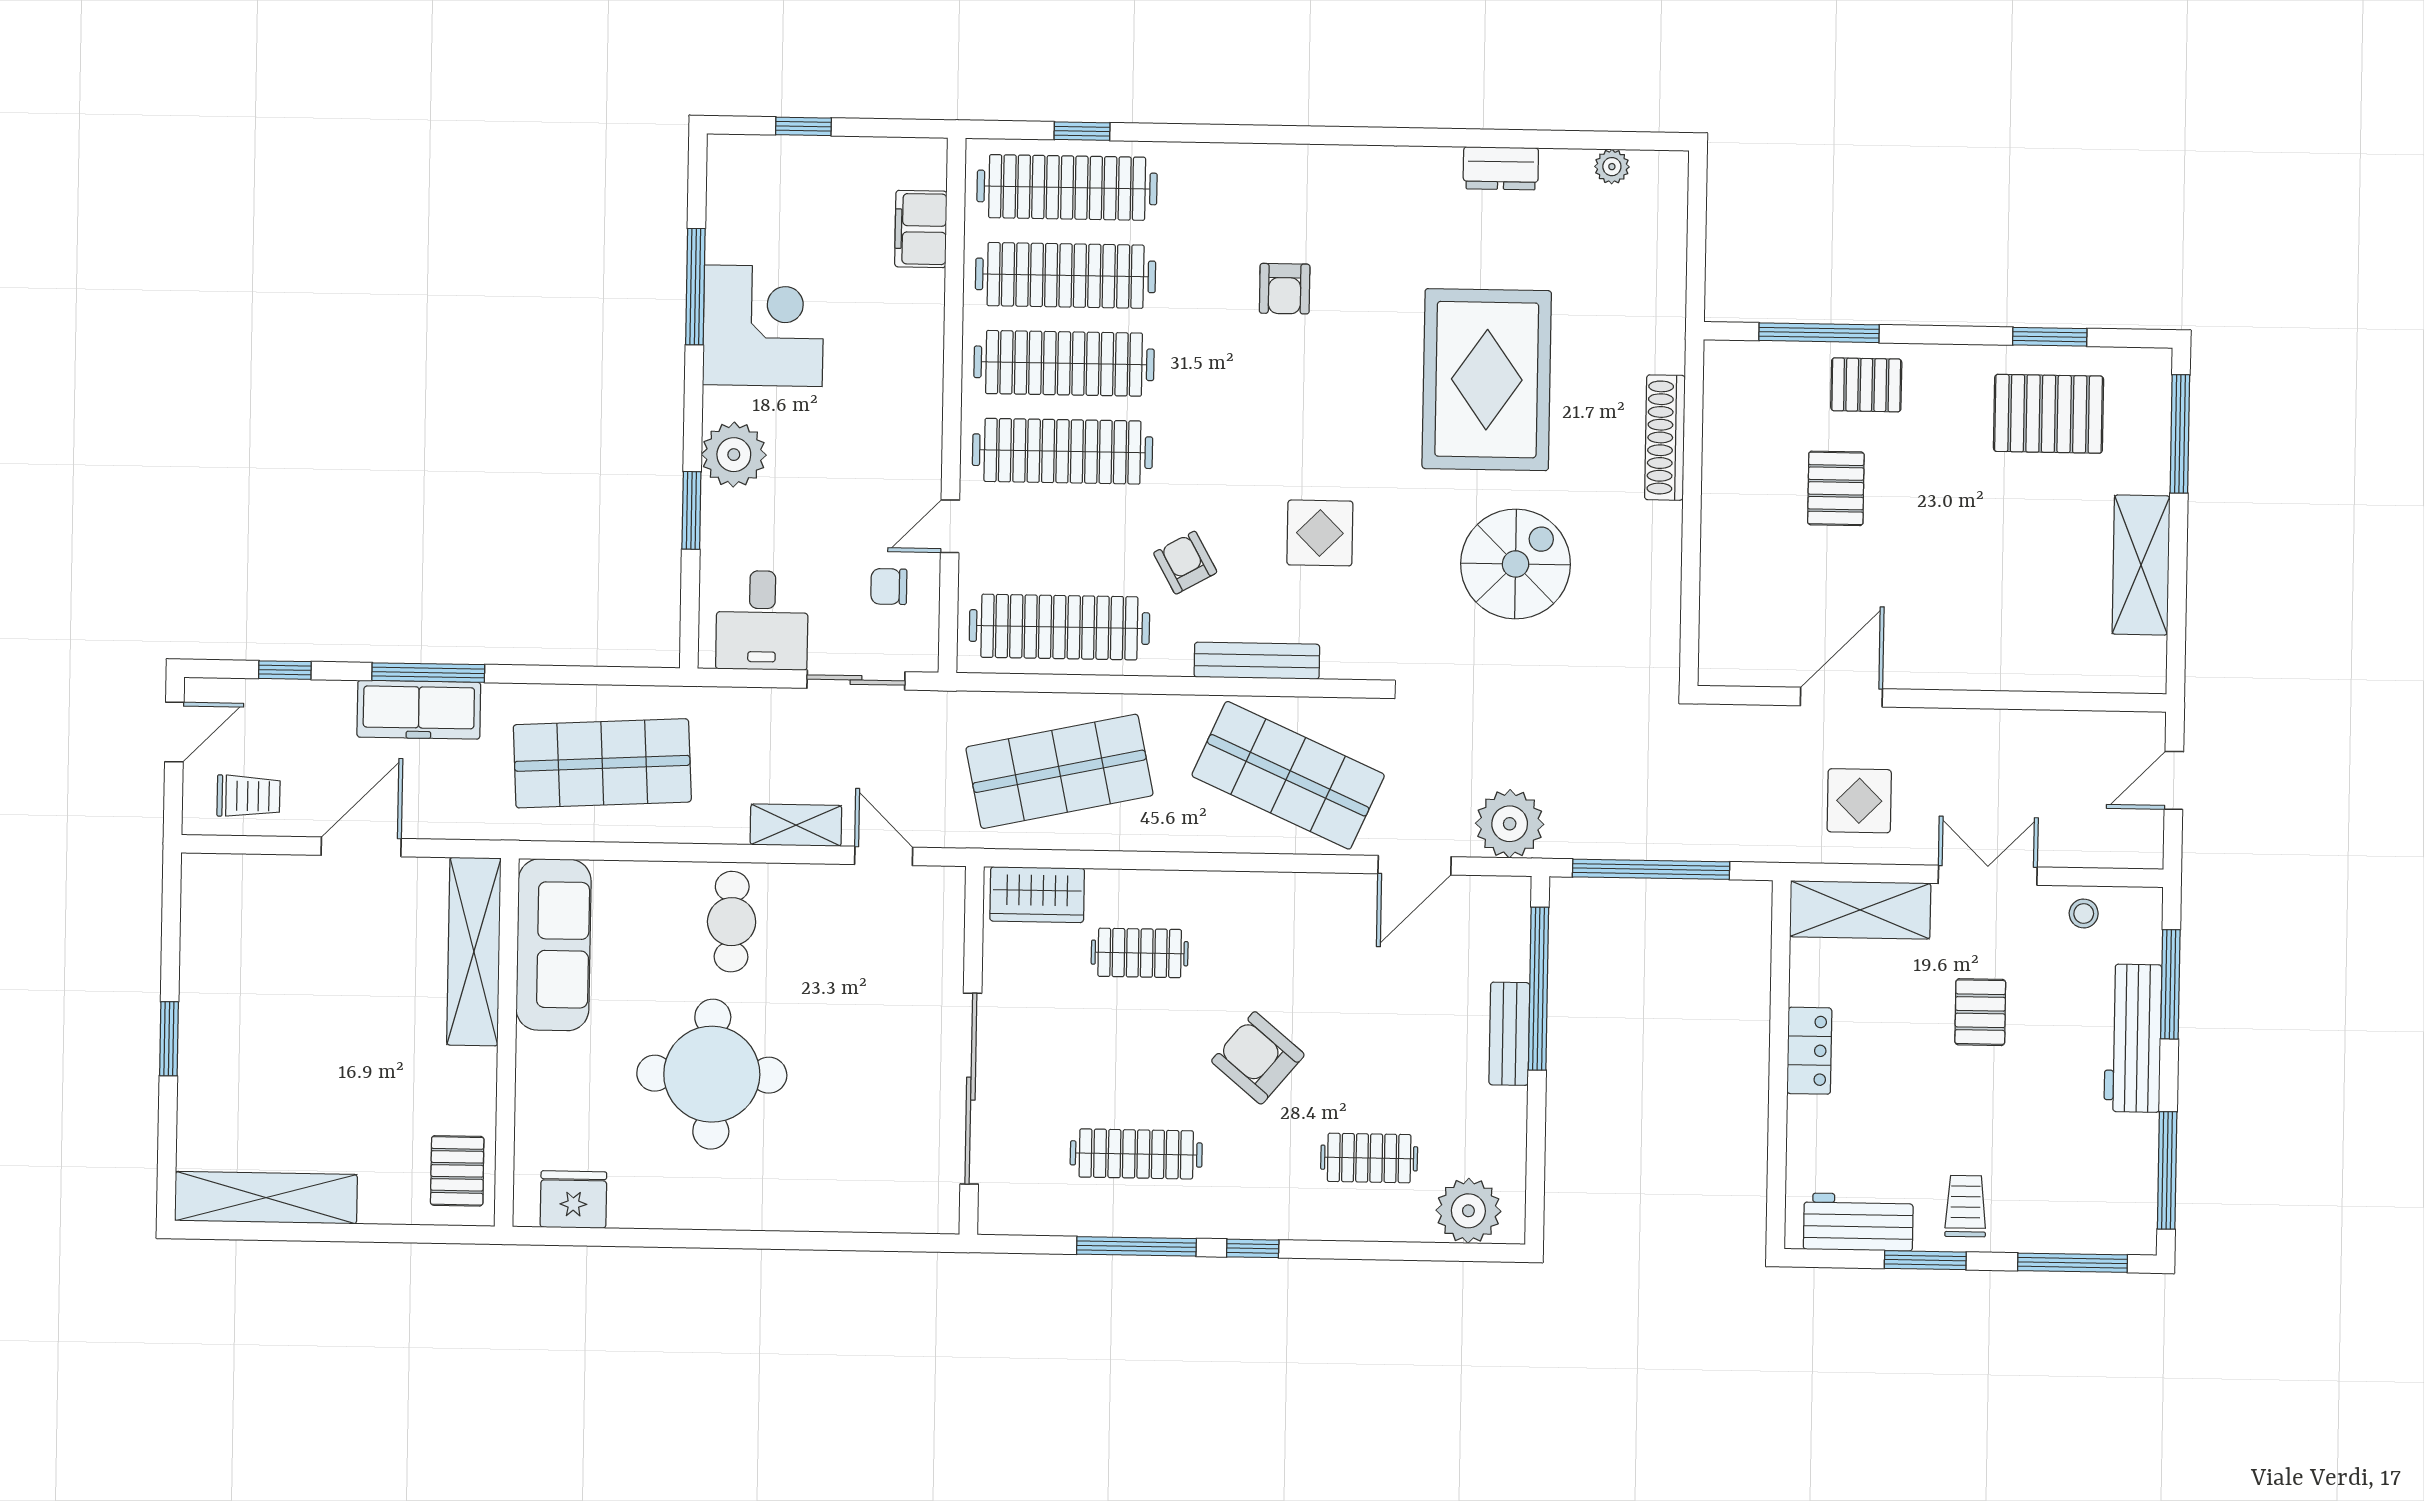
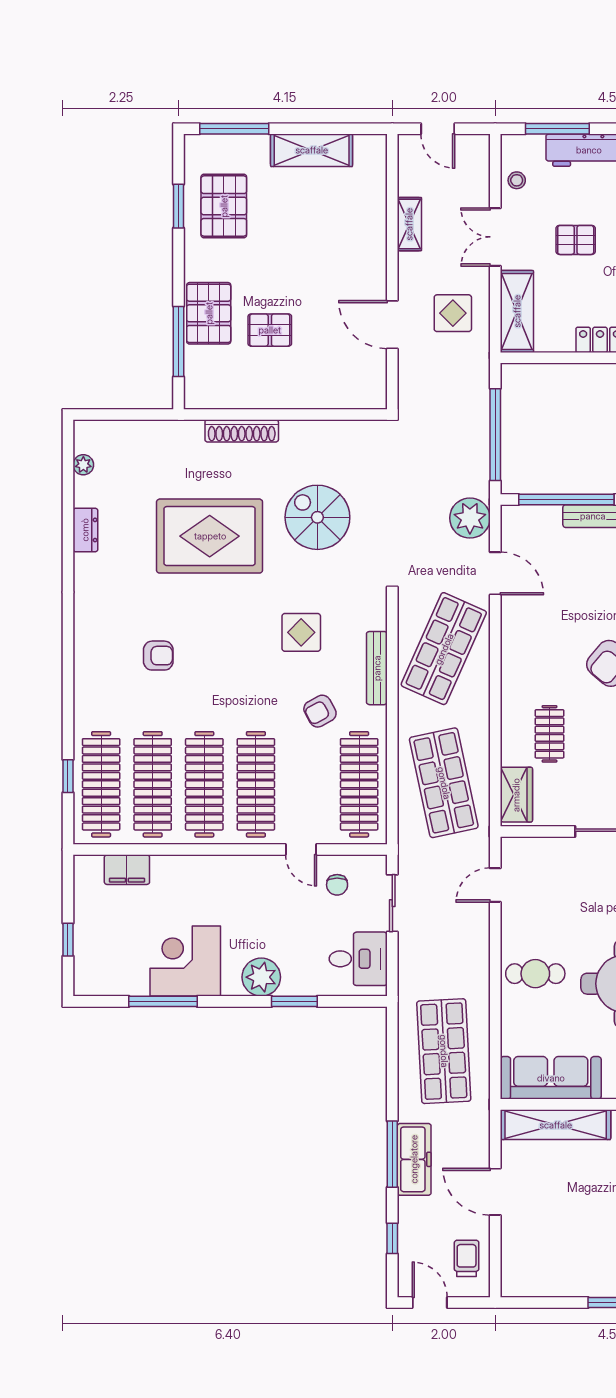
pallet: (1866, 385) -> (209, 313), width x1.50, depth x1.42
shelving: (796, 825) -> (409, 224), moved

